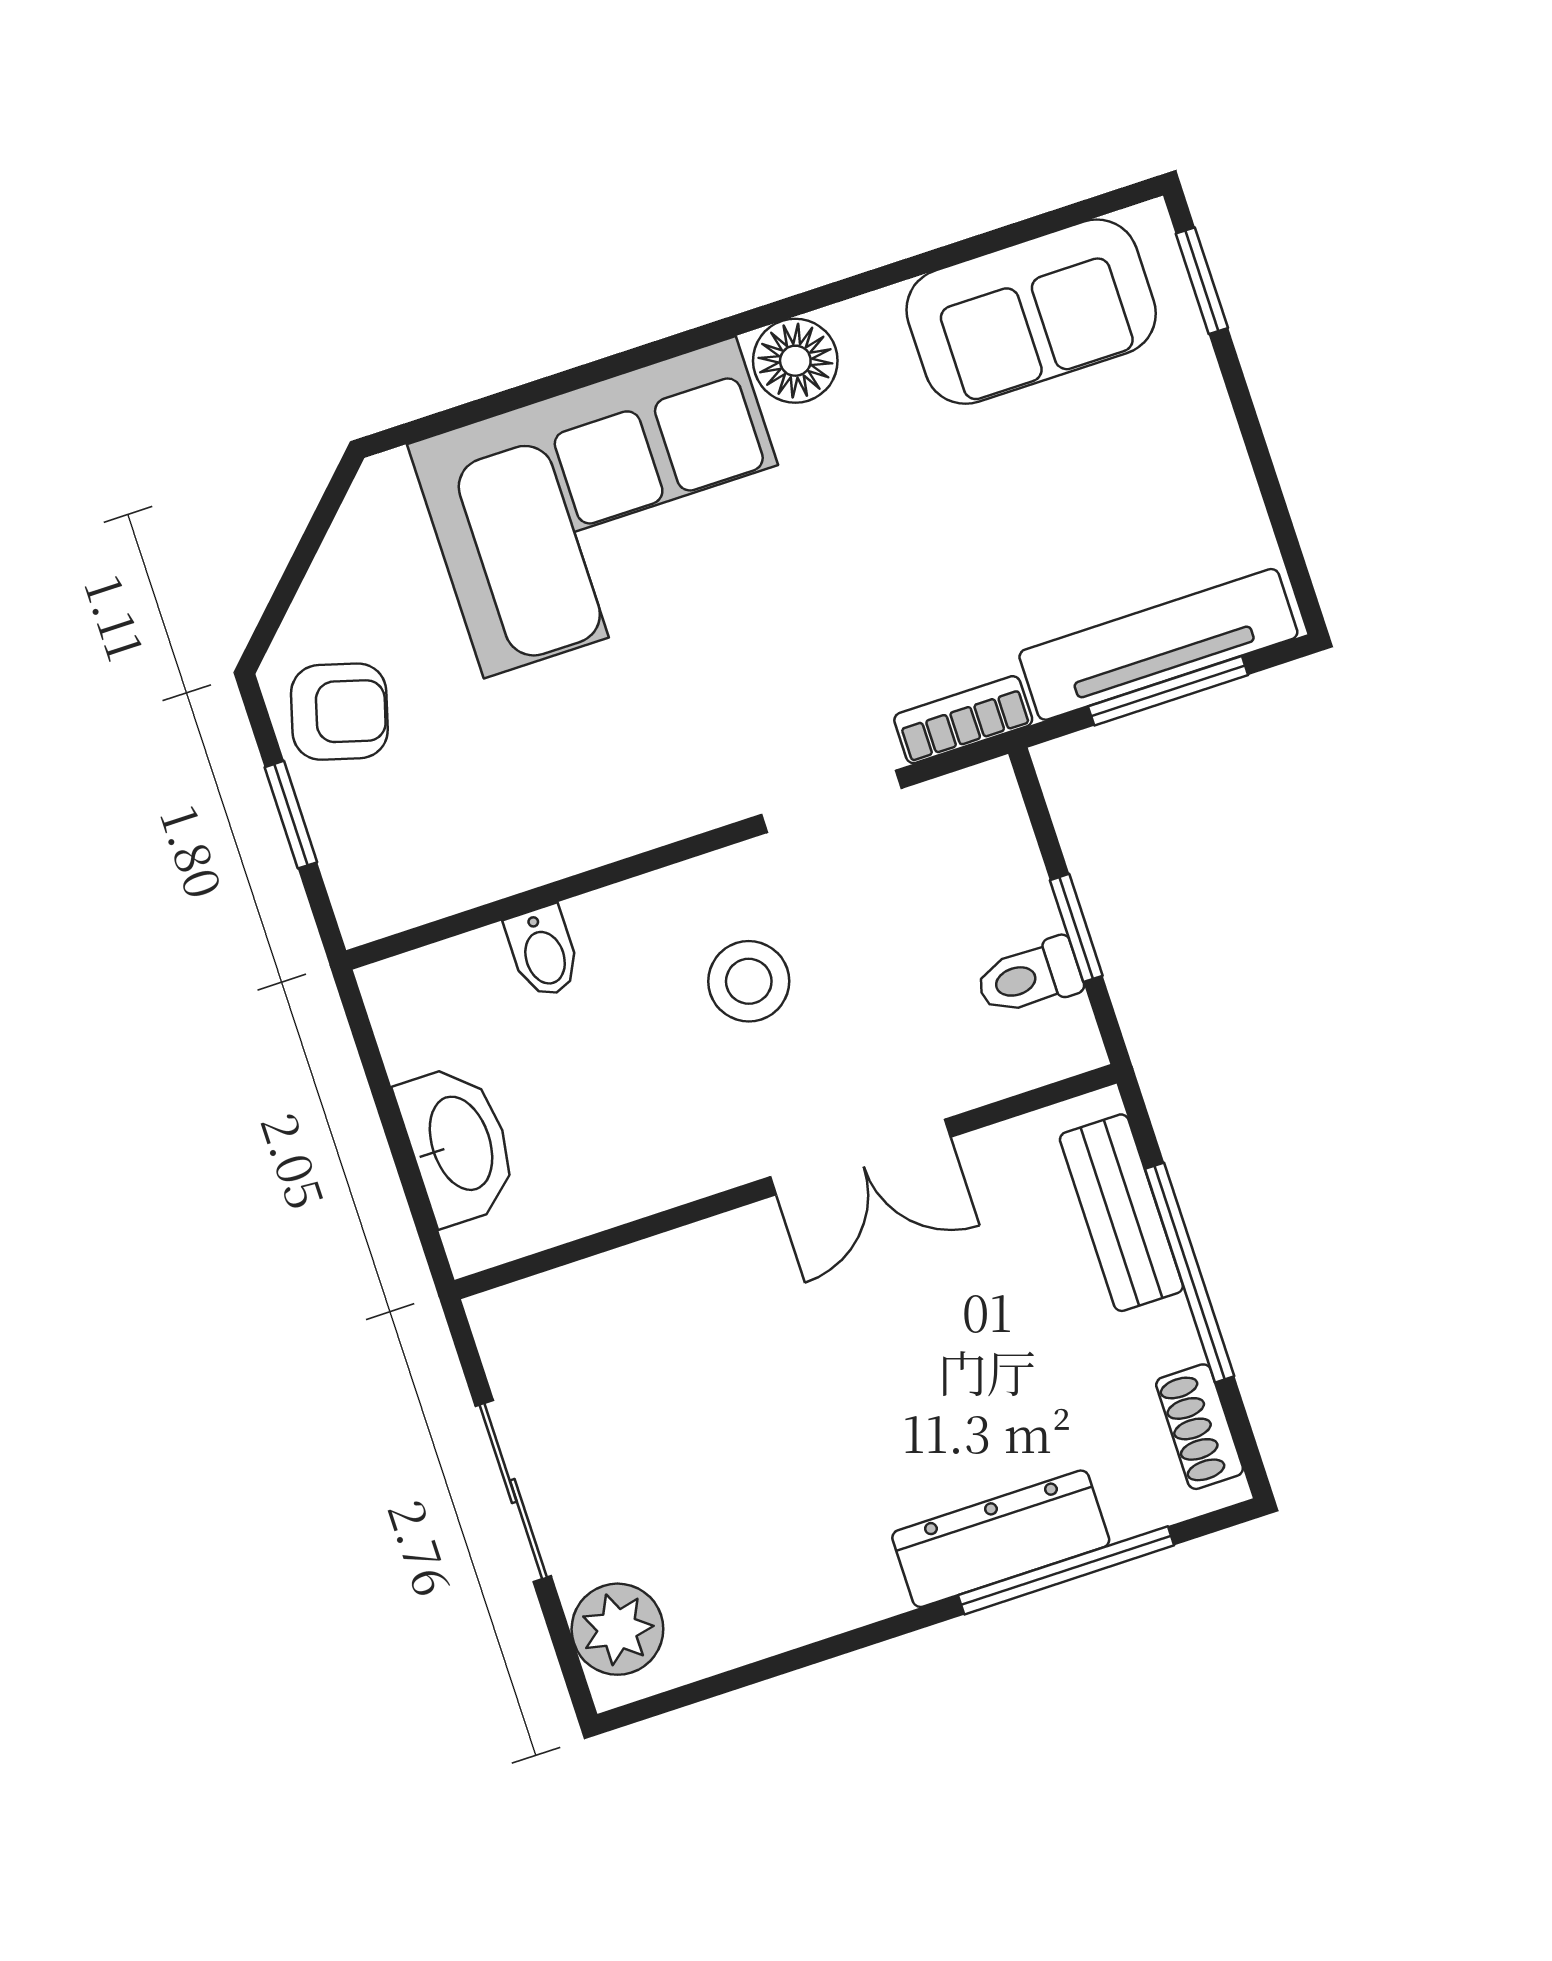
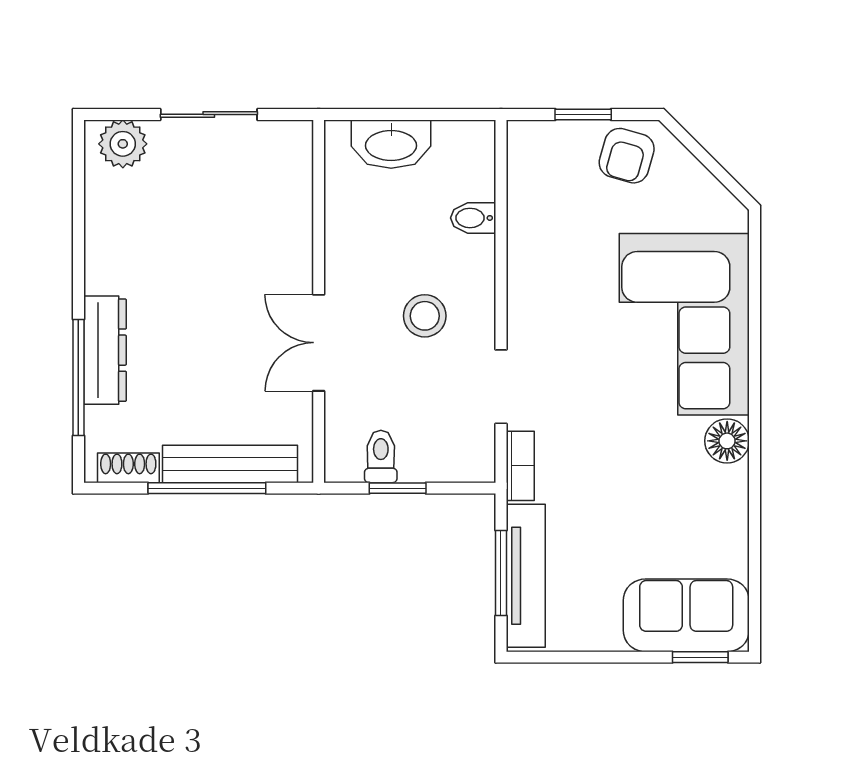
sofa: (1031, 312) -> (686, 615), moved, turned 90
bench: (1121, 1213) -> (230, 464), width x1.36

